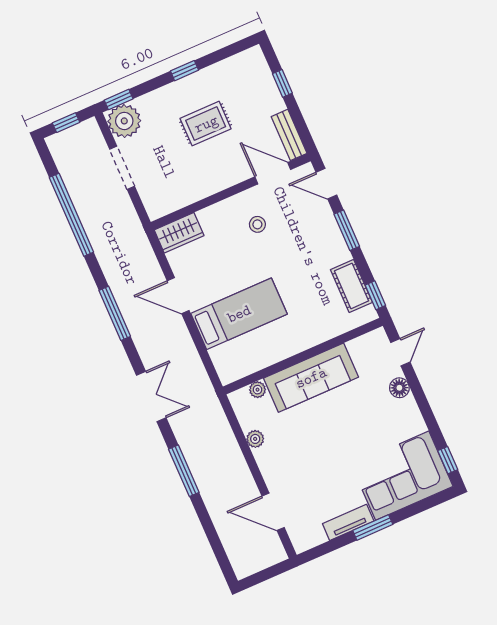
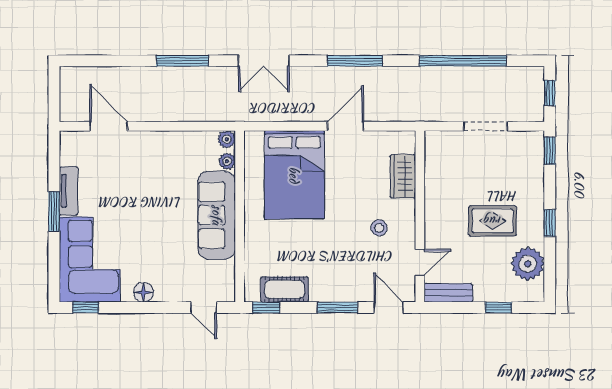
plant: (124, 121) -> (528, 264), moved
rug: (206, 124) -> (493, 221), turned 90
door: (273, 173) -> (420, 262), width x0.73
door: (326, 184) -> (389, 308), hinge flipped
wardrobe: (179, 233) -> (403, 176), moved
bed: (239, 314) -> (294, 175), width x1.50
floor lamp: (399, 388) -> (143, 292), moved
plant: (255, 439) -> (227, 139), moved
door: (273, 512) -> (109, 126), hinge flipped

